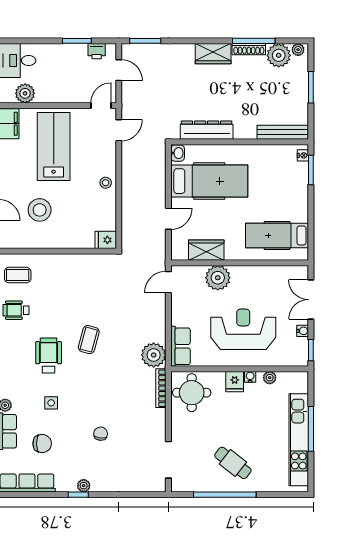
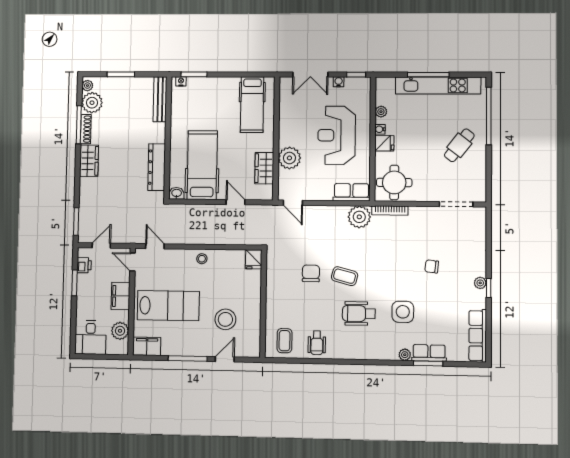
filing cabinet: (63, 93) -> (120, 296), added
lab bench: (54, 146) -> (168, 306), turned 180
side table: (51, 403) -> (403, 312), width x1.87, depth x1.87
chair: (42, 444) -> (311, 273), moved
window: (225, 495) -> (489, 116), moved

